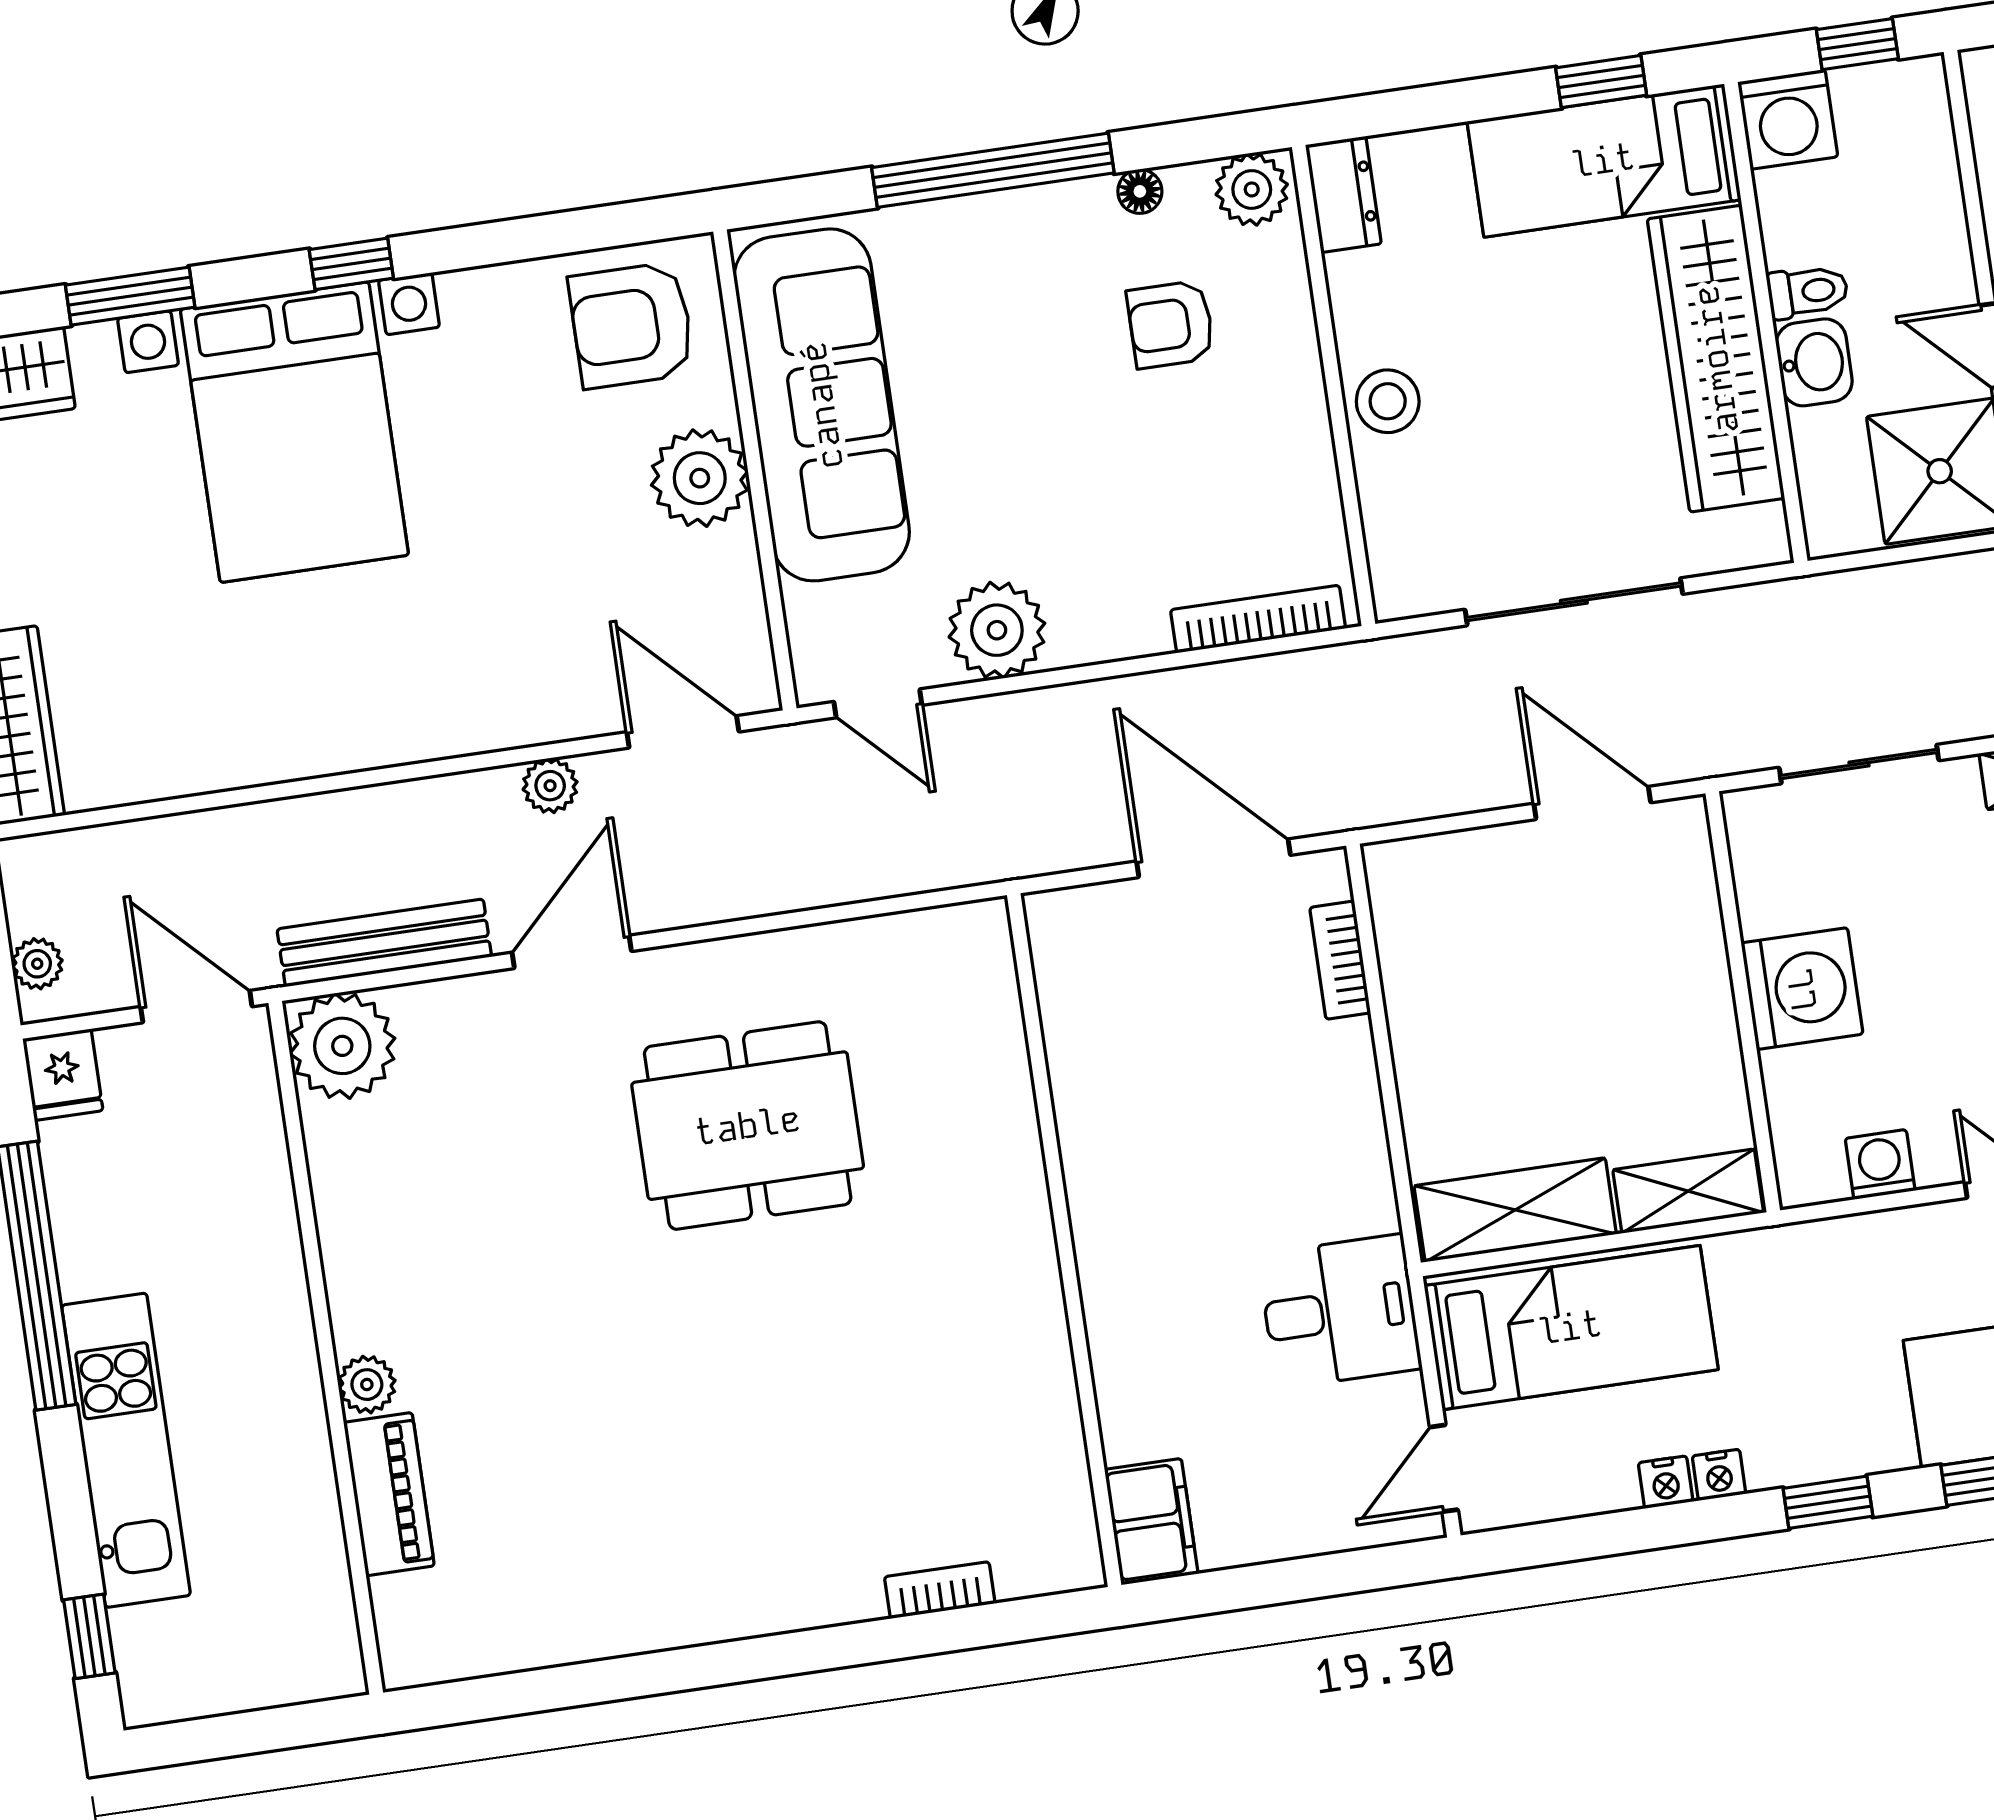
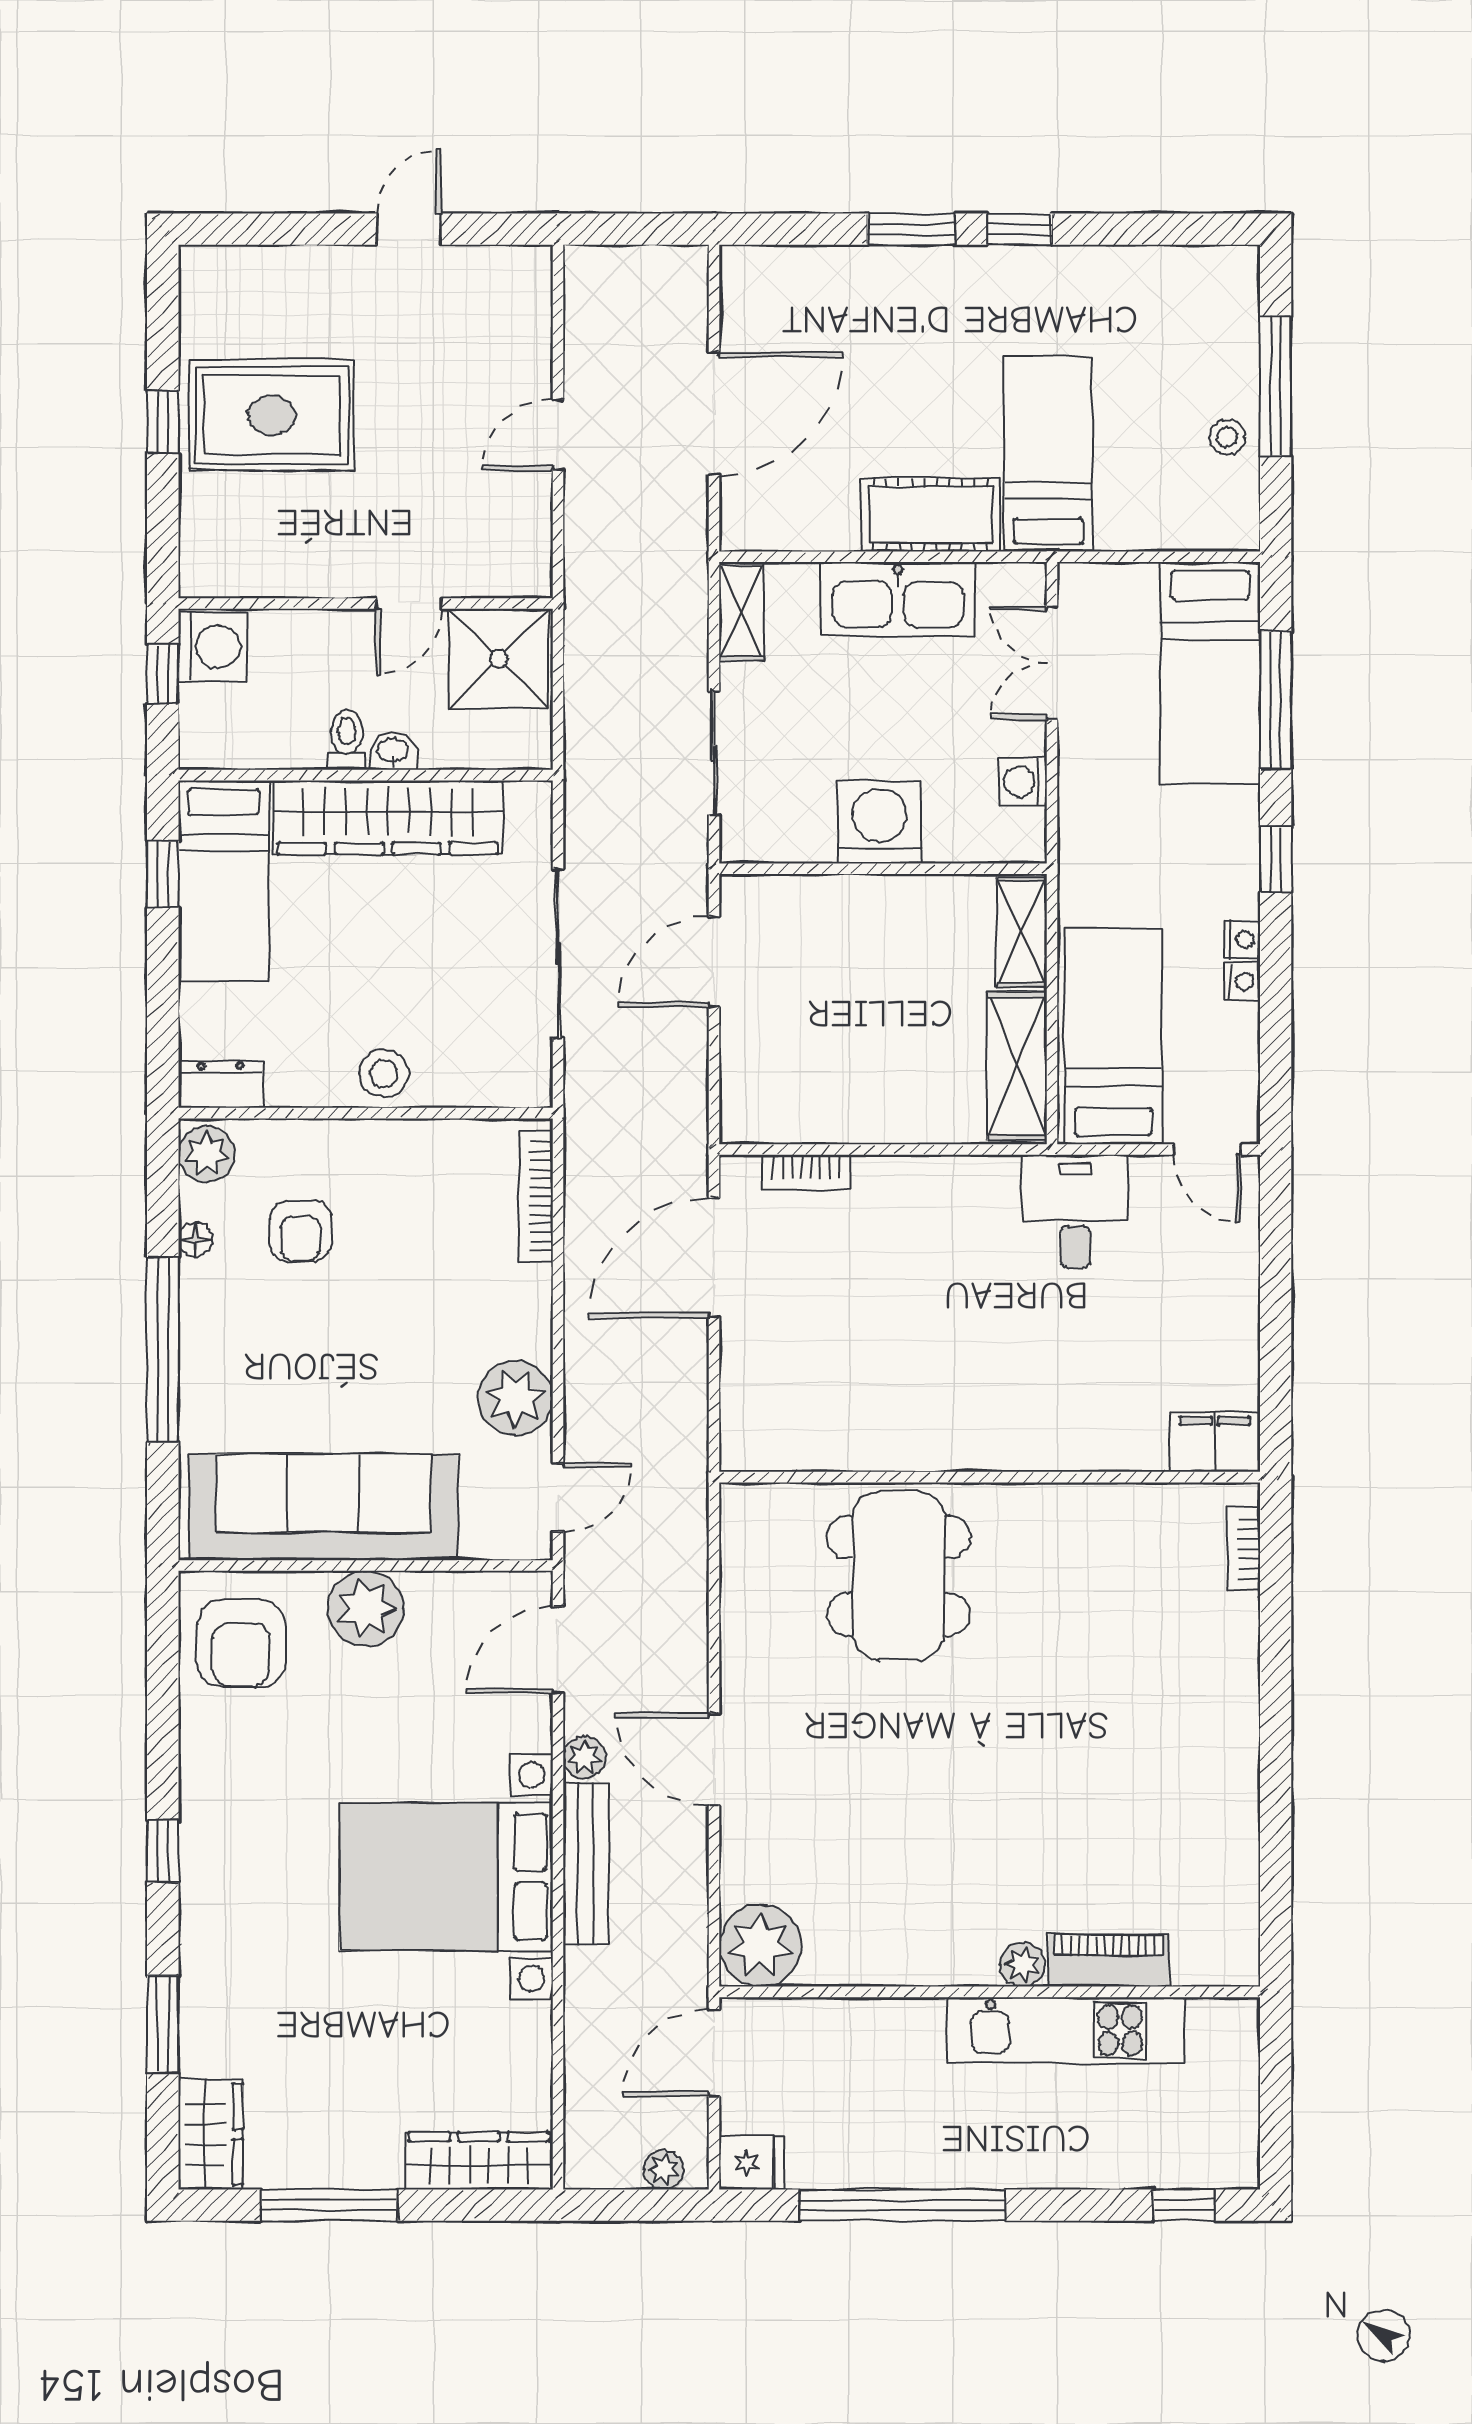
washing machine: (1788, 119) -> (213, 647), moved
washbasin: (1814, 362) -> (393, 751), width x0.72, depth x0.69
bed with nightstands: (294, 432) -> (446, 1877), moved, turned 180
bench: (384, 943) -> (586, 1863), moved
dining table: (748, 1126) -> (899, 1576), moved
wall: (1064, 1240) -> (990, 1477), moved
kitchen unit: (126, 1450) -> (1066, 2030), moved, turned 180
filing cabinet: (1151, 1522) -> (1215, 1442), moved

